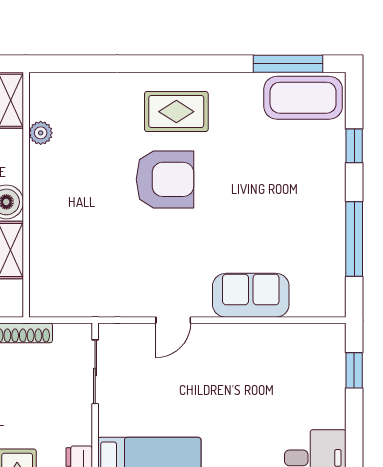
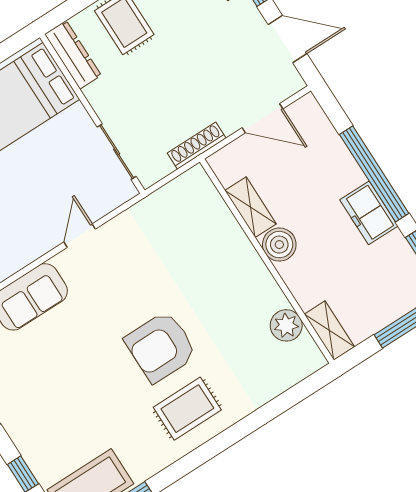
plant: (41, 133) -> (286, 325), width x1.38, depth x1.38

